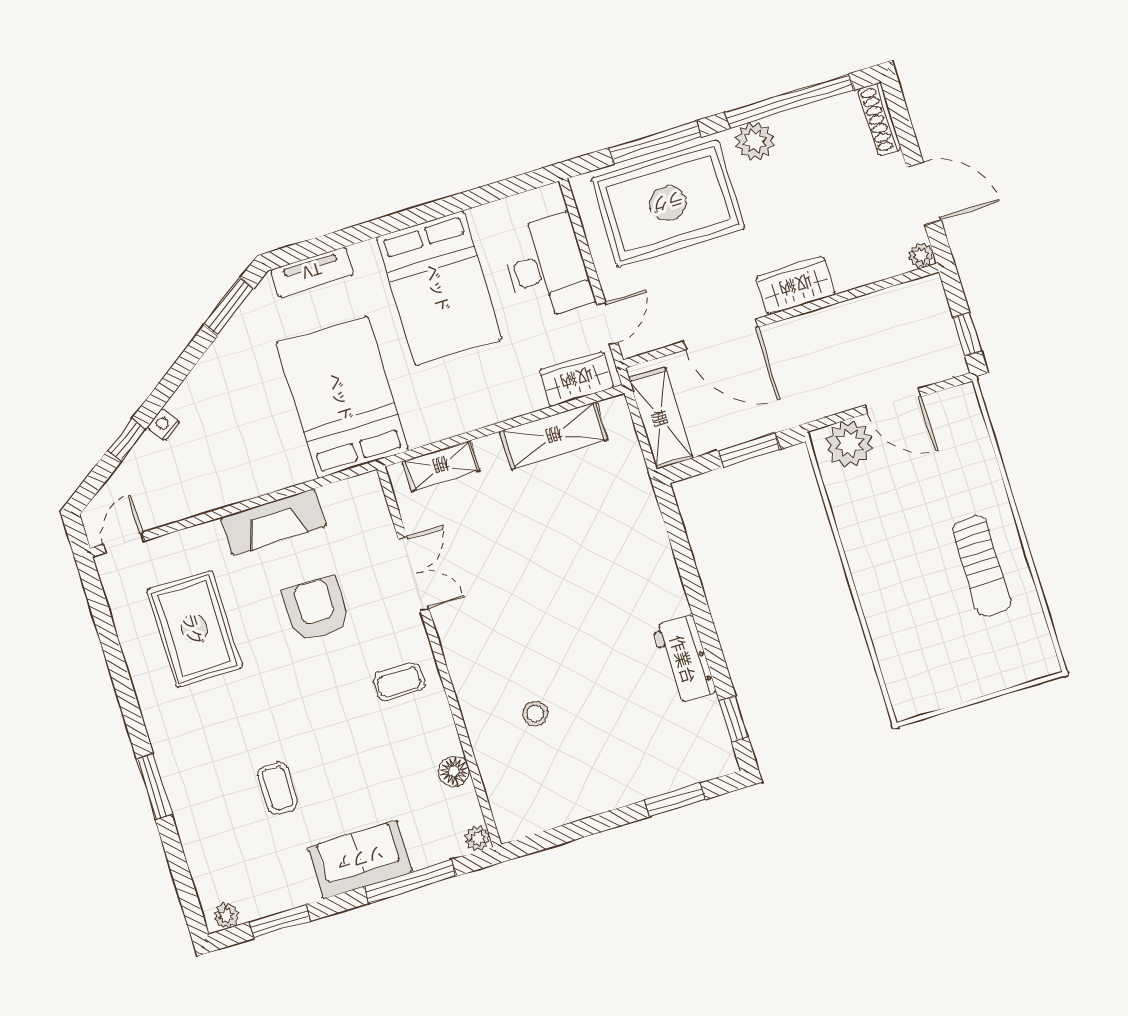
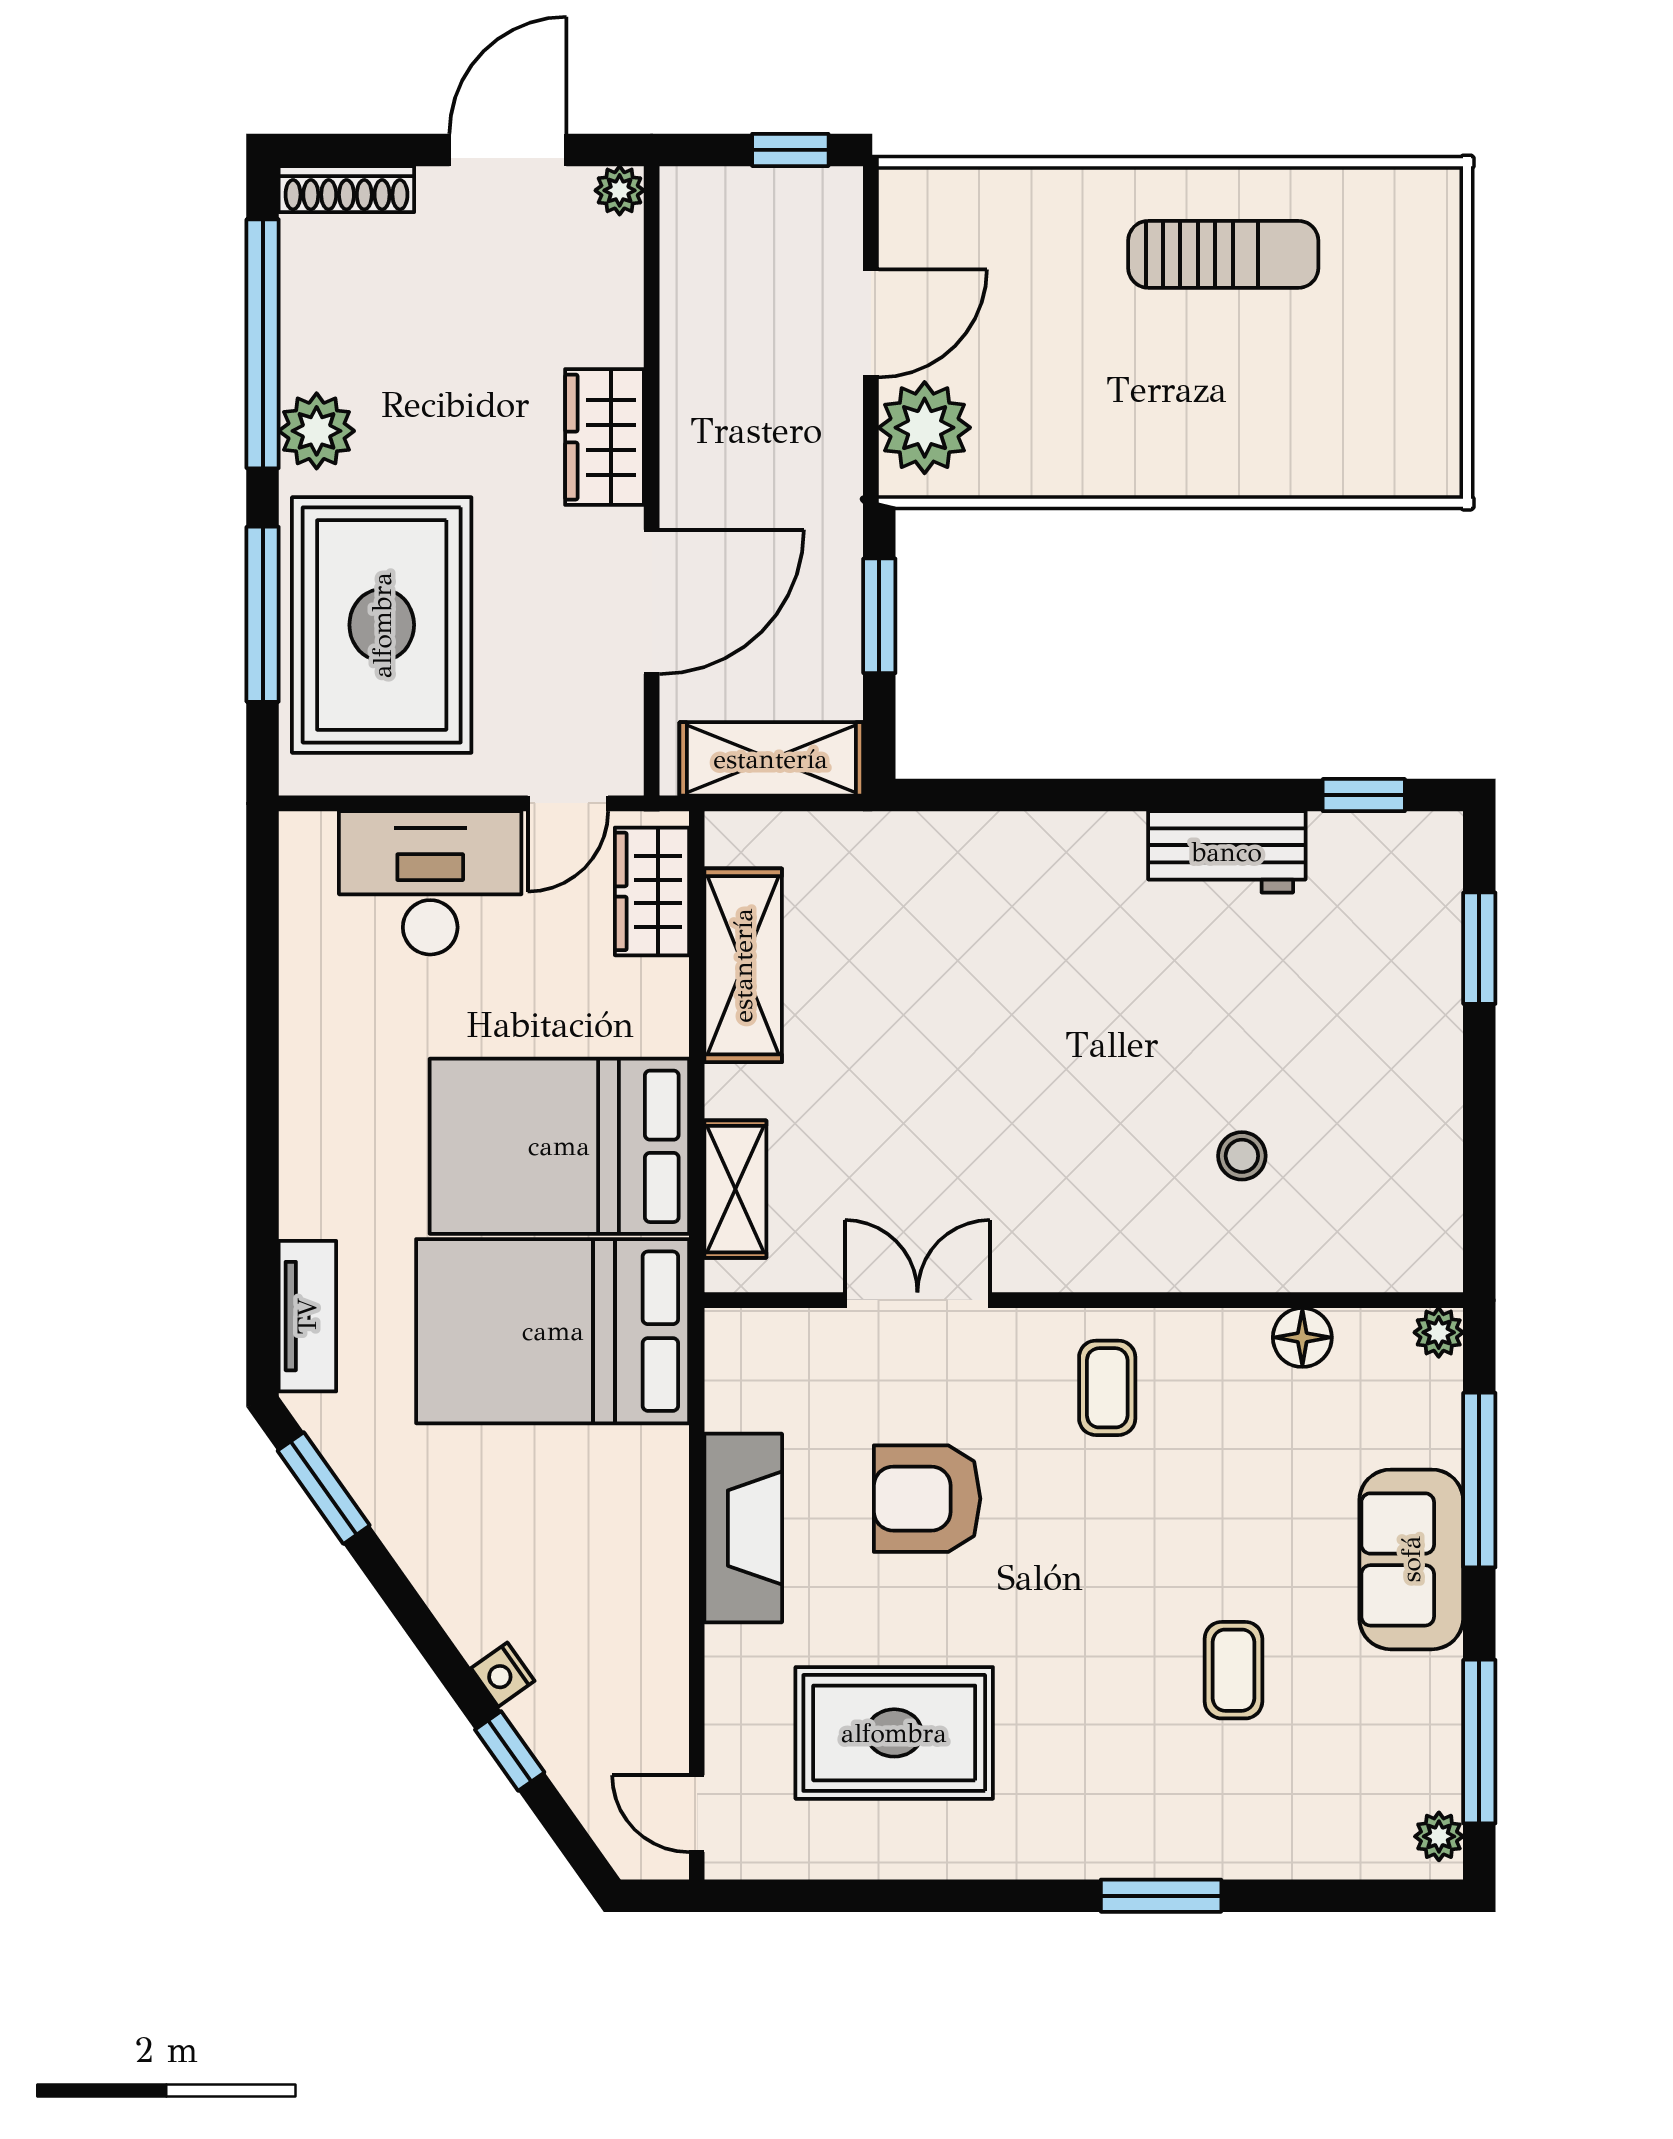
bed: (439, 288) -> (559, 1146), moved, turned 180
door: (607, 324) -> (568, 803), swing flipped
coffee table: (278, 788) -> (1233, 1670), turned 90
window: (280, 921) -> (1479, 1742), width x1.44

